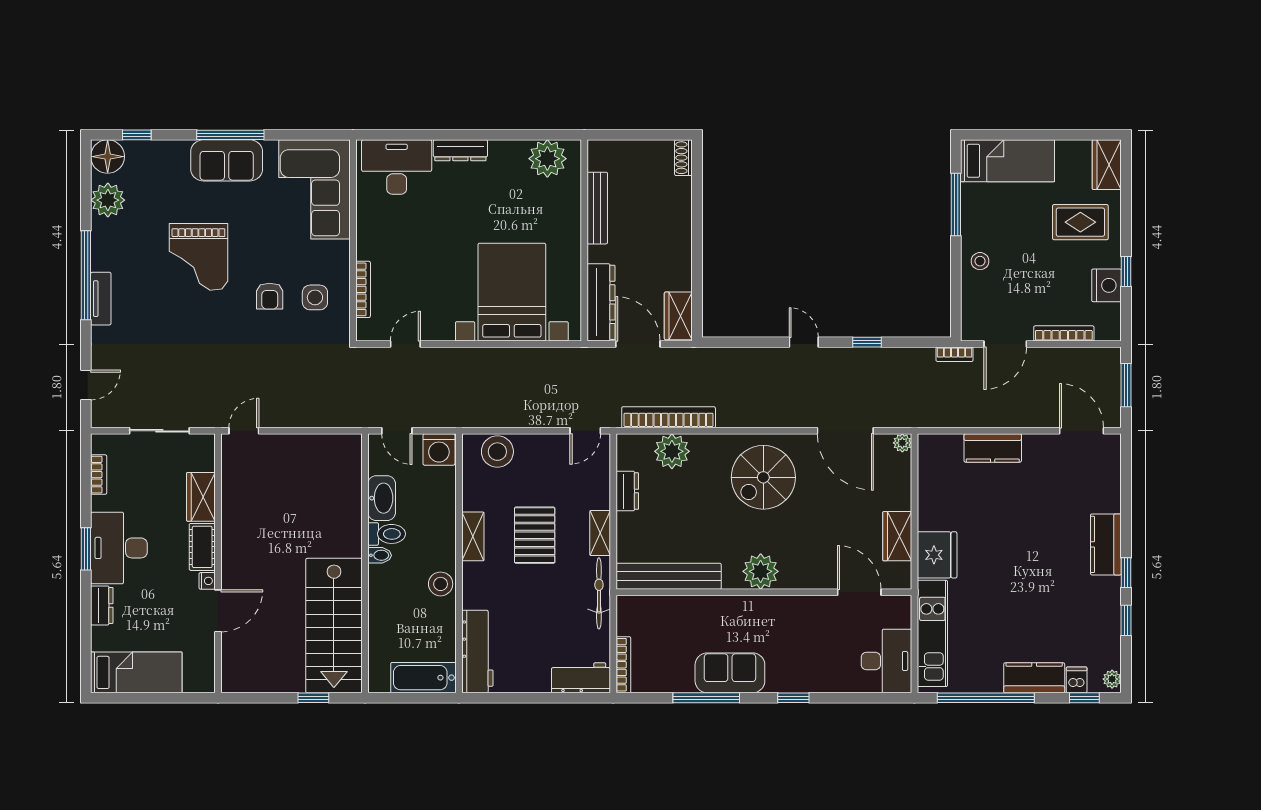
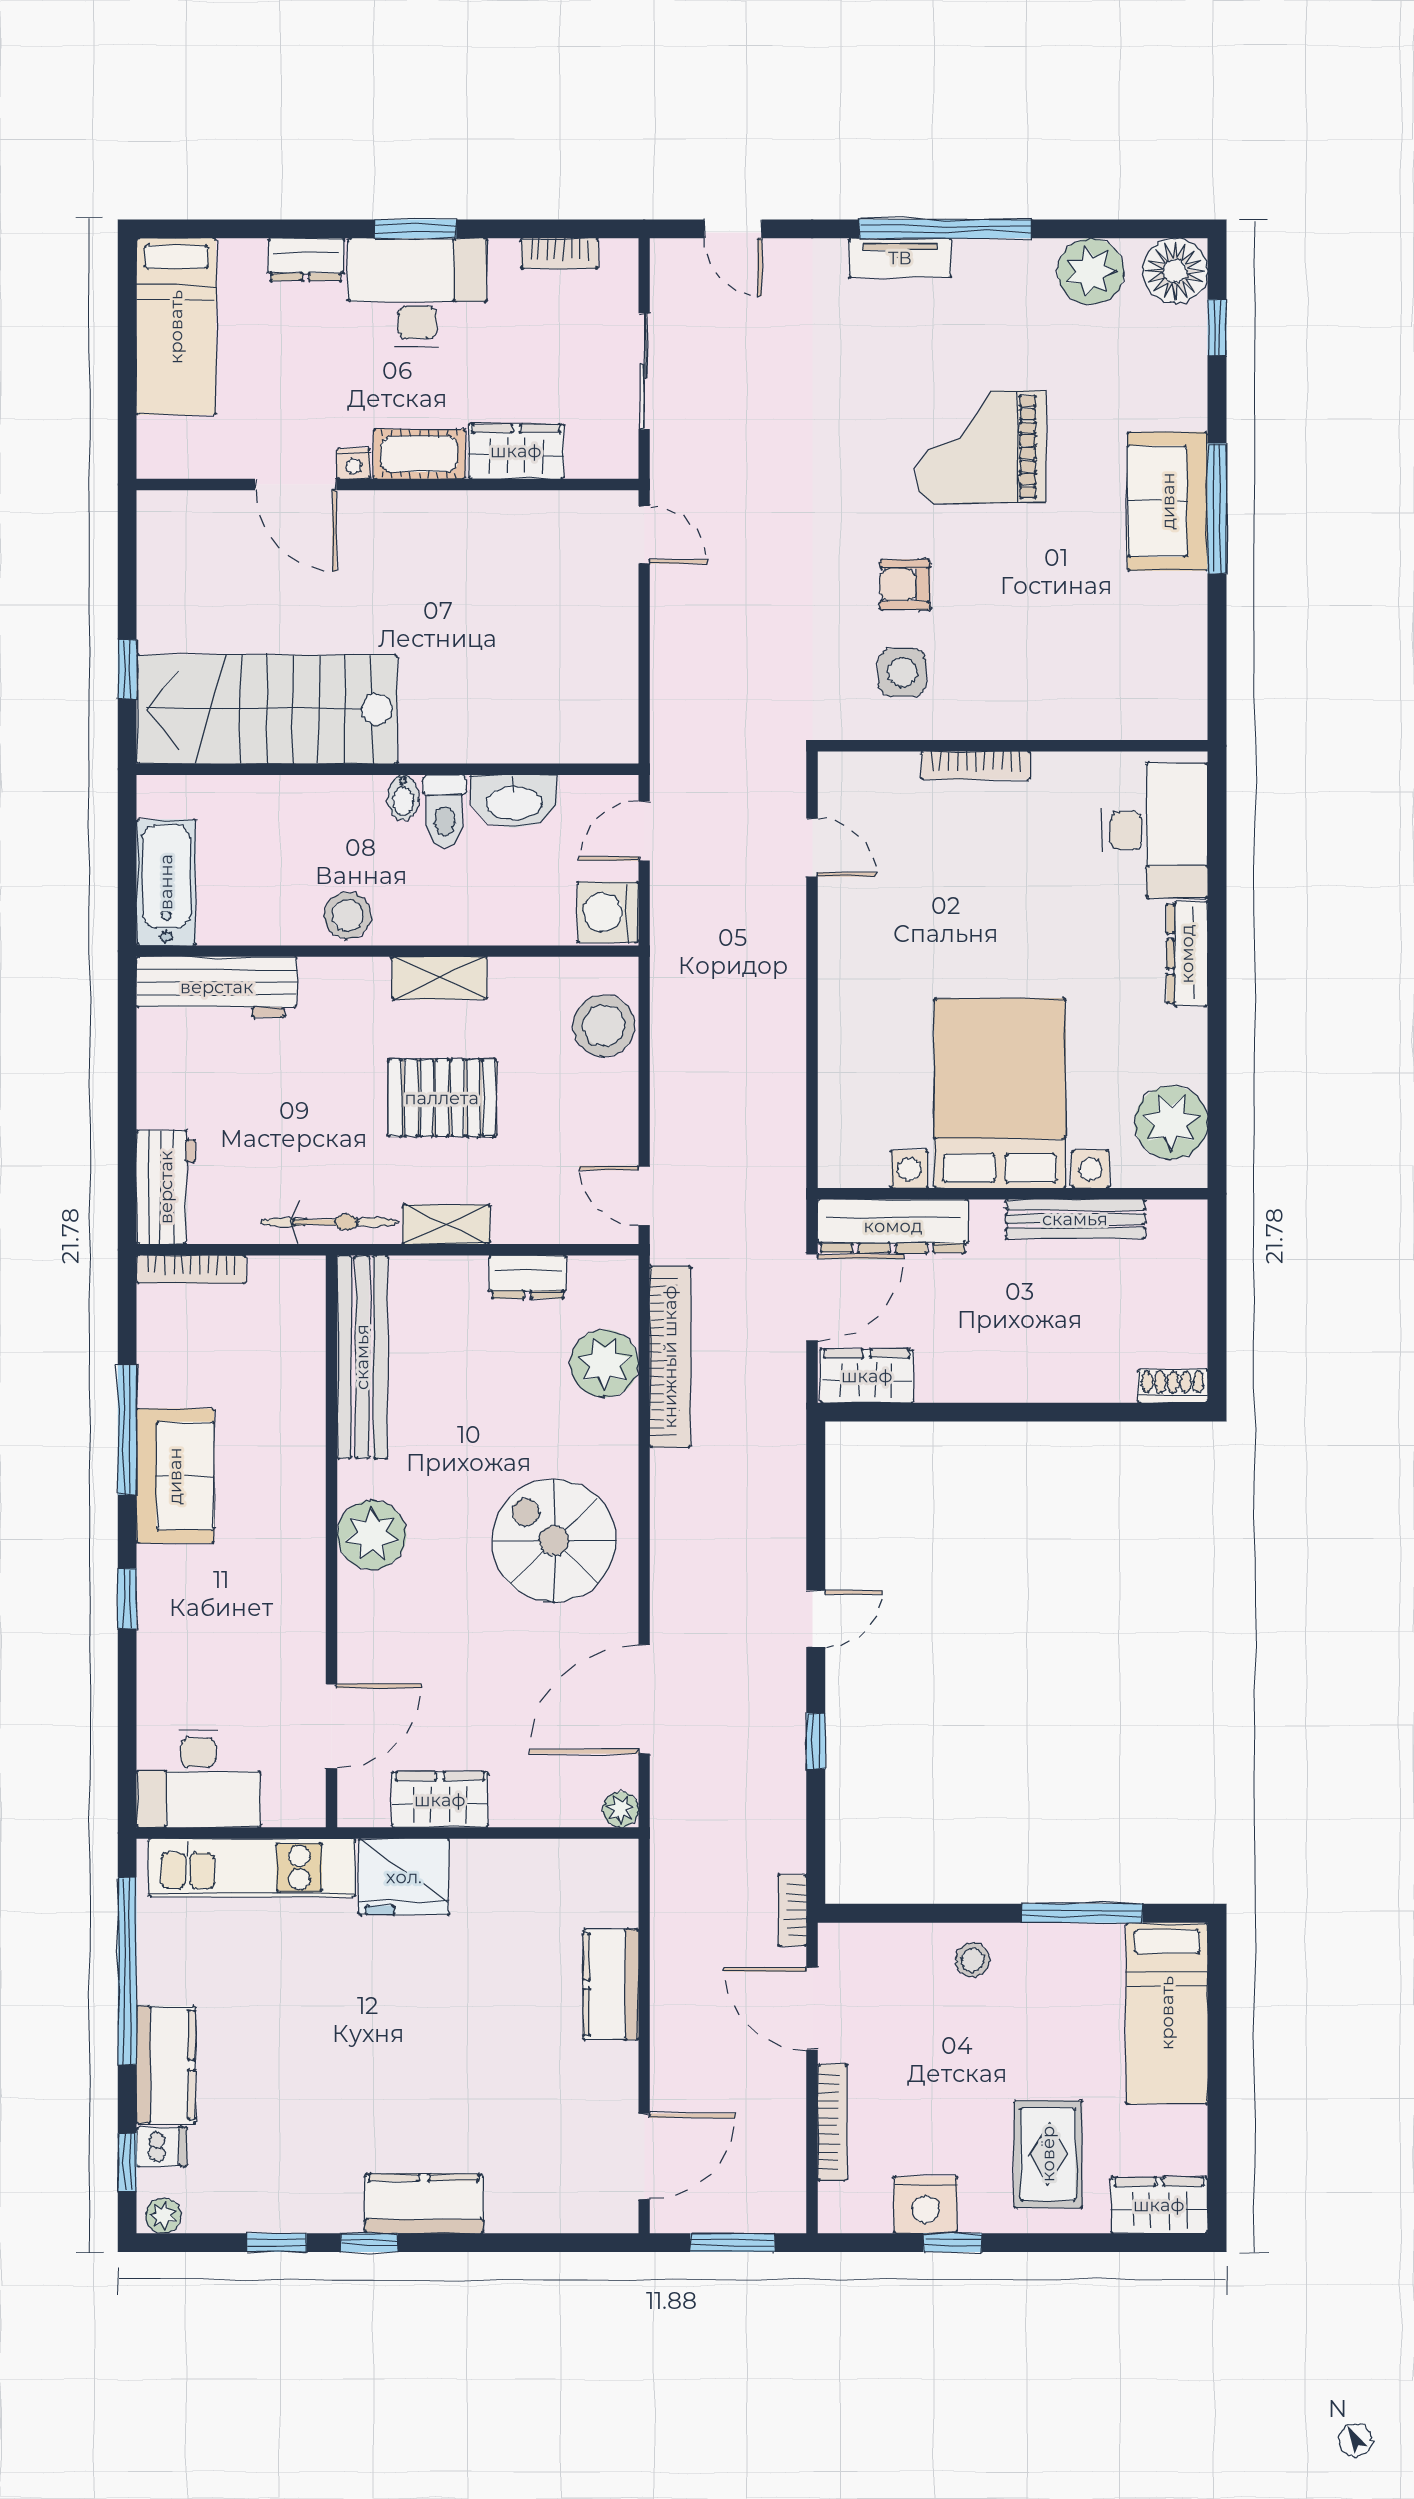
corner sofa: (314, 189) -> (1111, 671), removed
bookcase: (363, 289) -> (976, 765), moved
bed with nightstands: (512, 292) -> (1000, 1093), moved, turned -90

